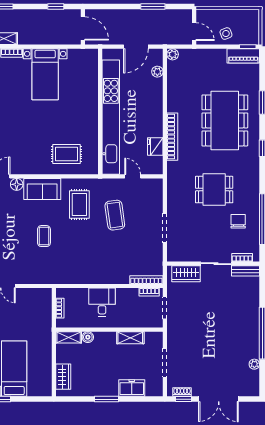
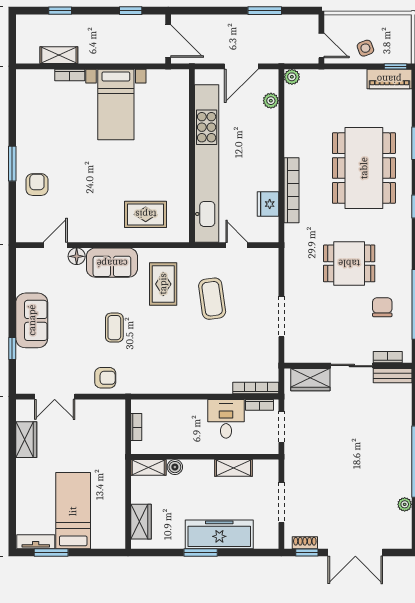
armchair: (37, 272) -> (105, 378), added
desk: (102, 302) -> (226, 419), moved
freezer: (132, 388) -> (219, 534), width x1.91, depth x1.26

